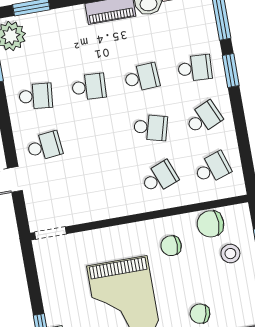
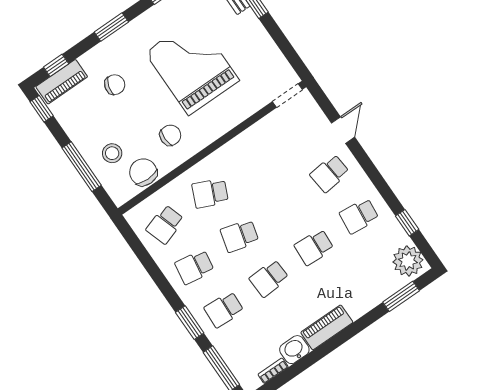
school desk: (204, 118) -> (195, 267), turned 33
school desk: (159, 178) -> (210, 193), turned 45
chair: (210, 224) -> (143, 172), turned -90

